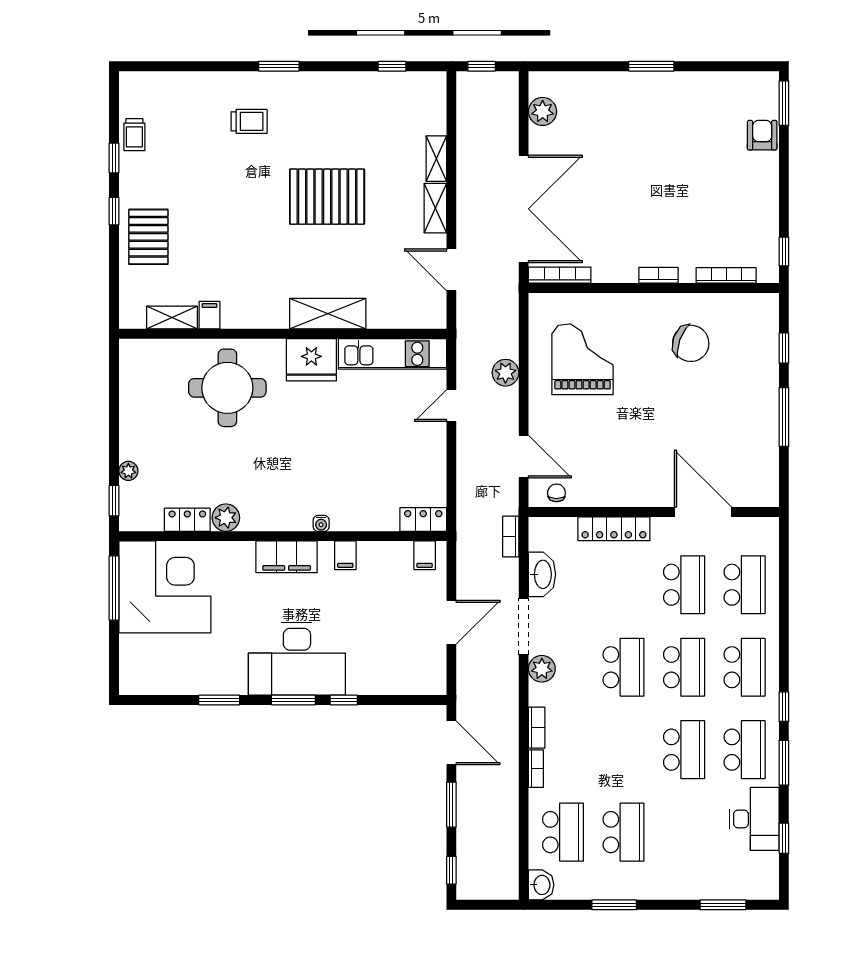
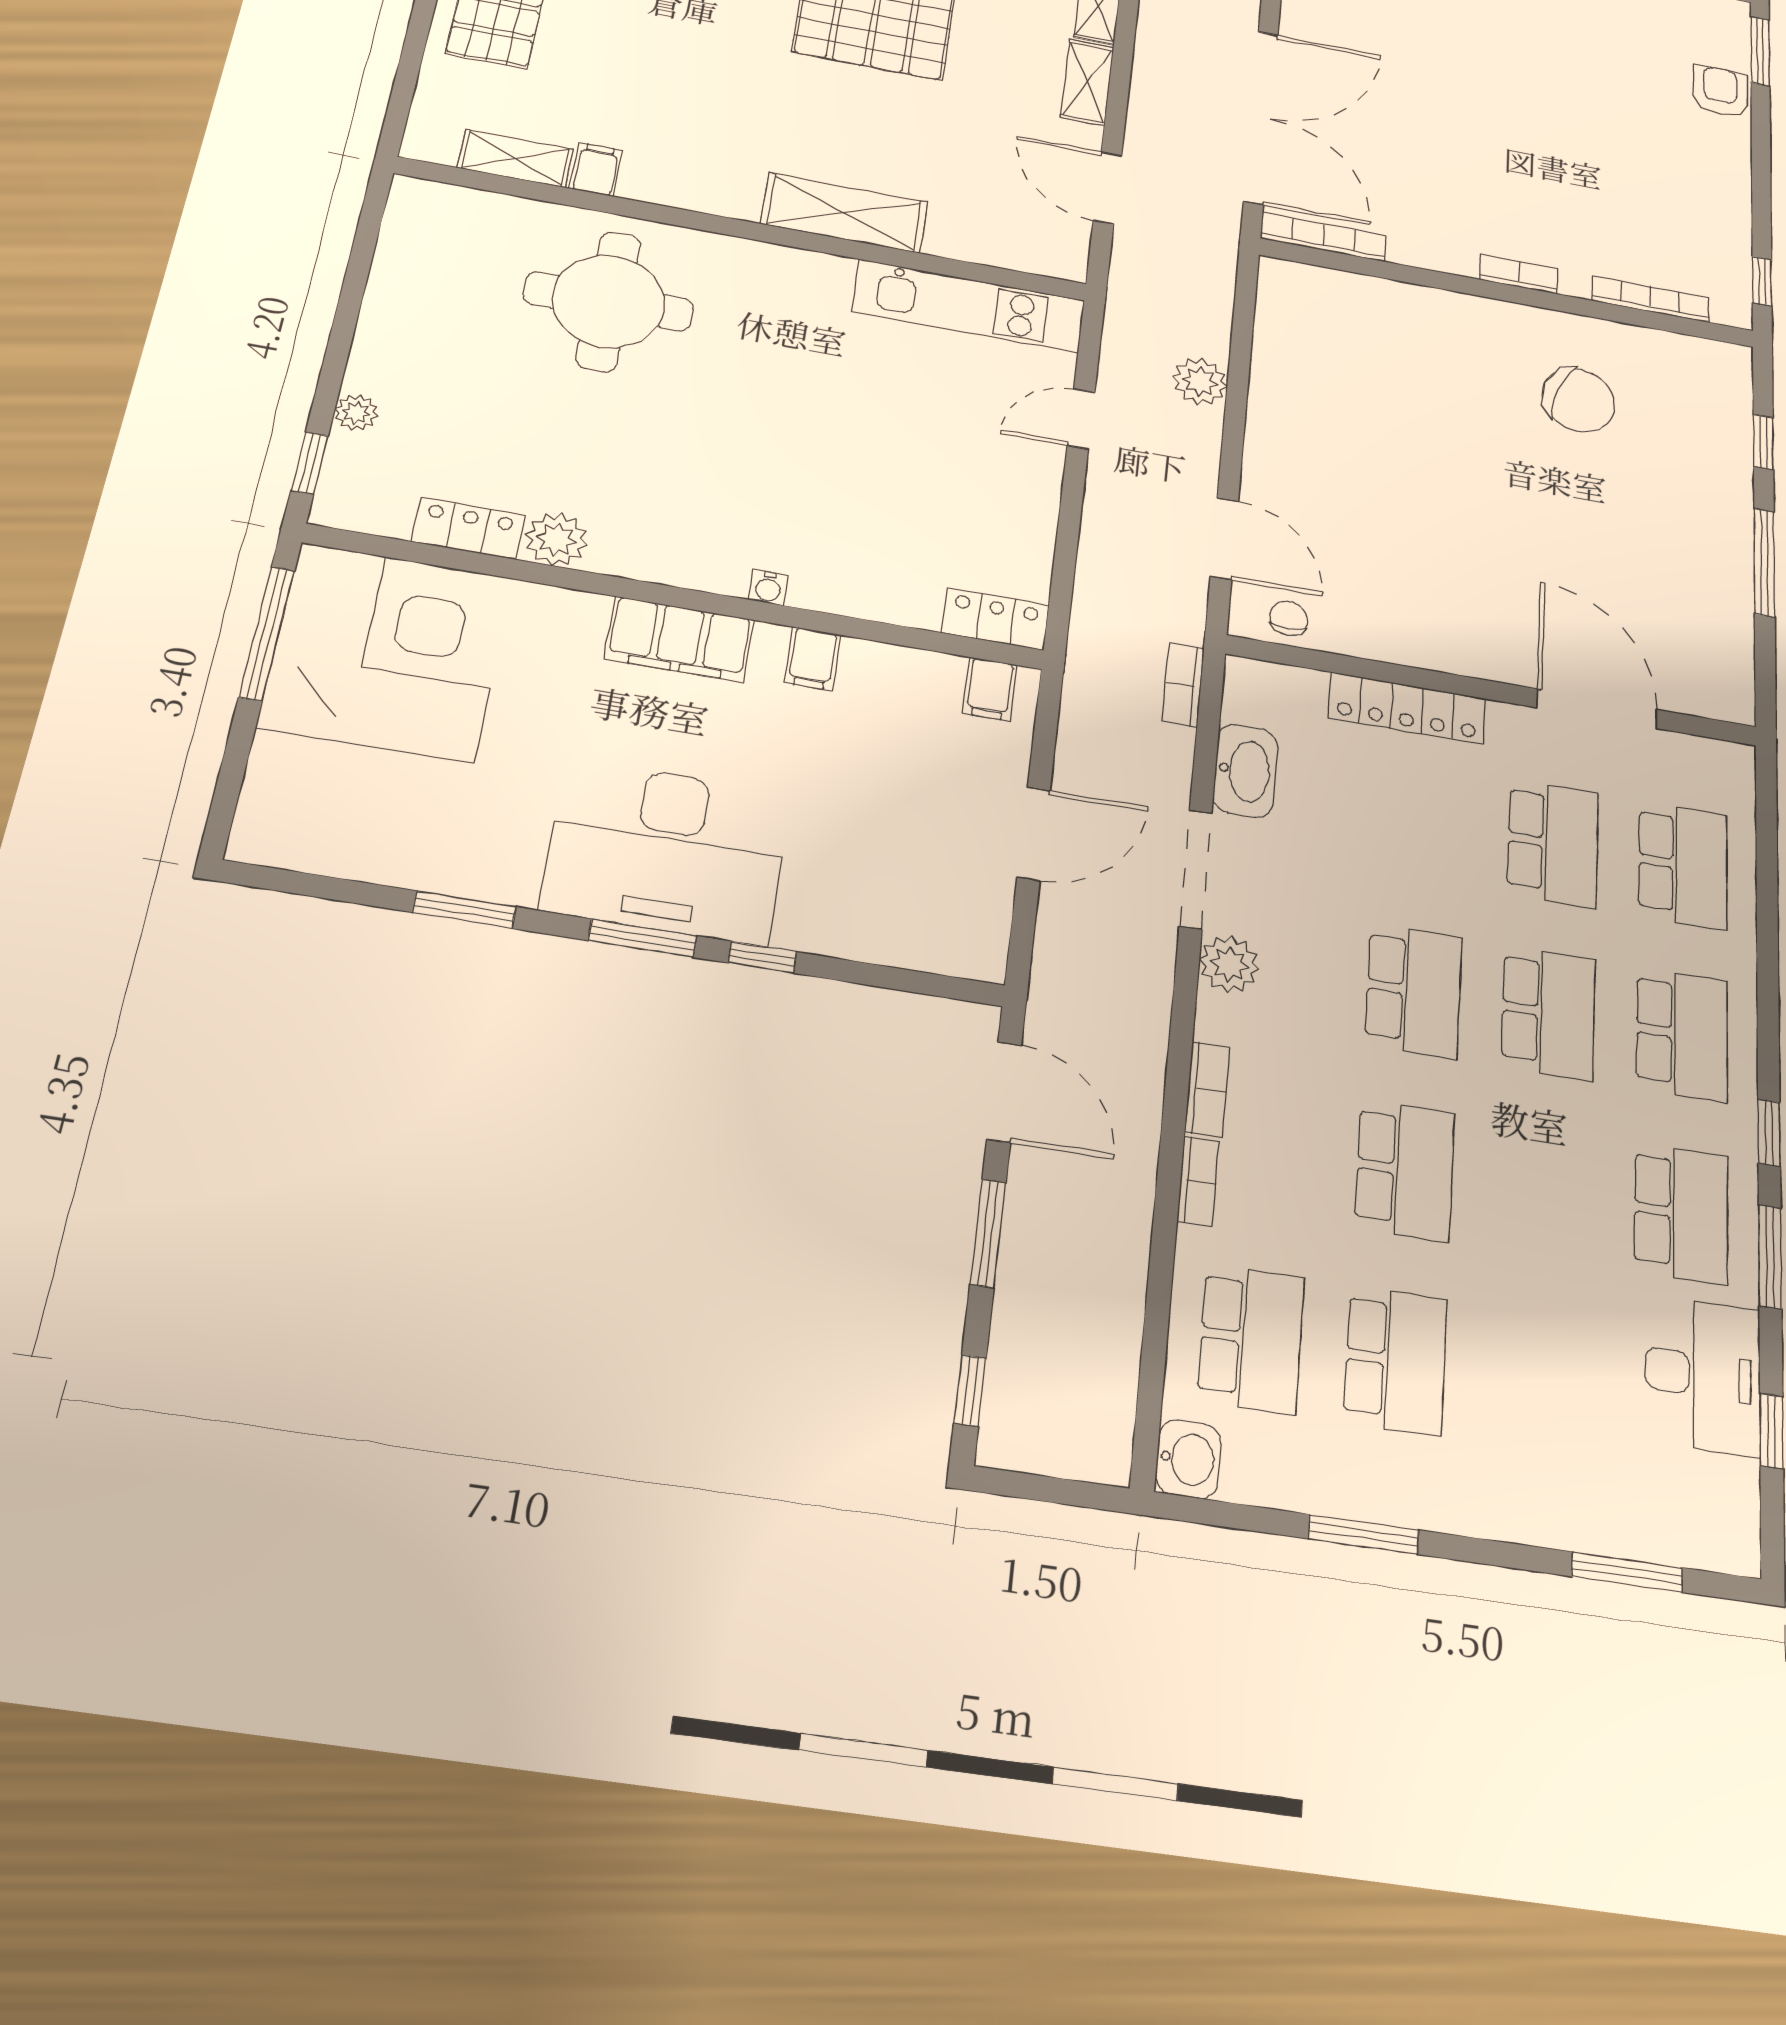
grand piano: (583, 359) -> (1360, 387), removed
fridge: (311, 360) -> (797, 285), removed
school desk: (684, 750) -> (1405, 1170), moved

